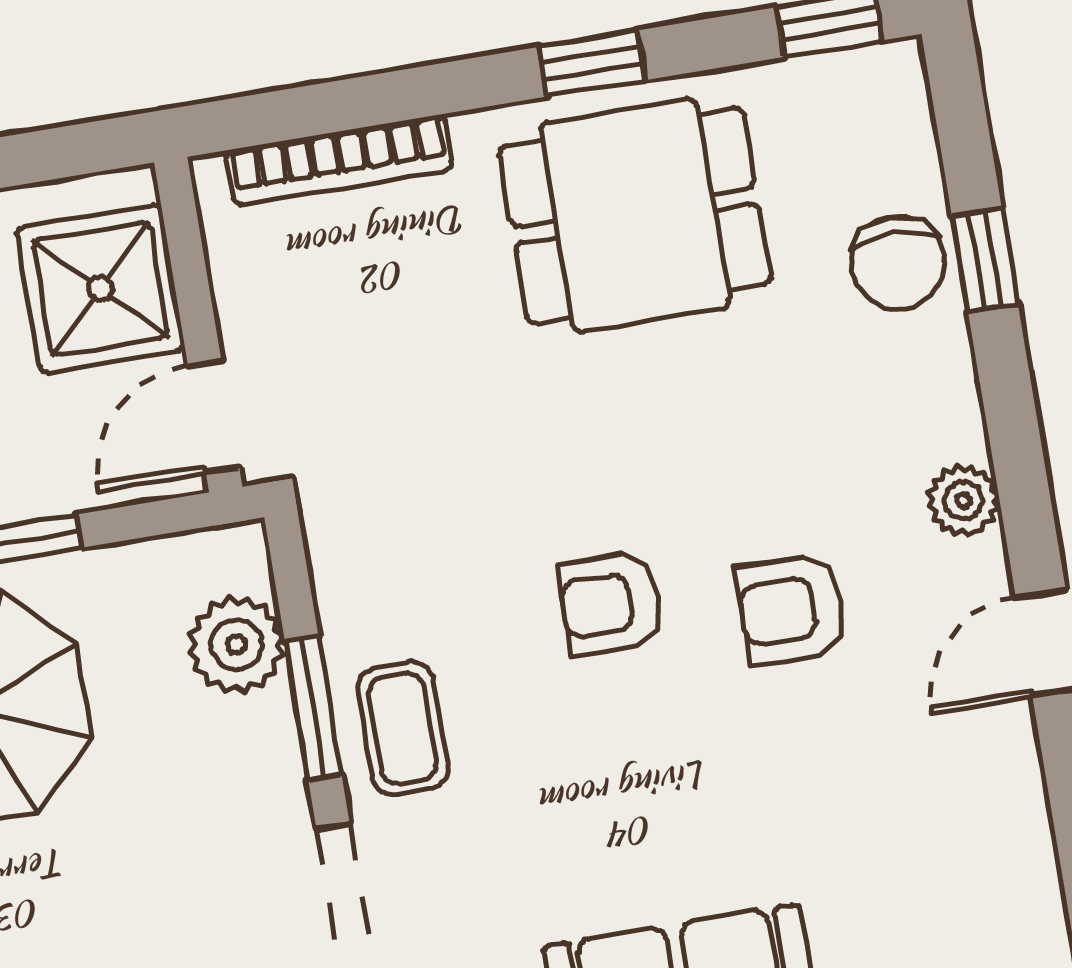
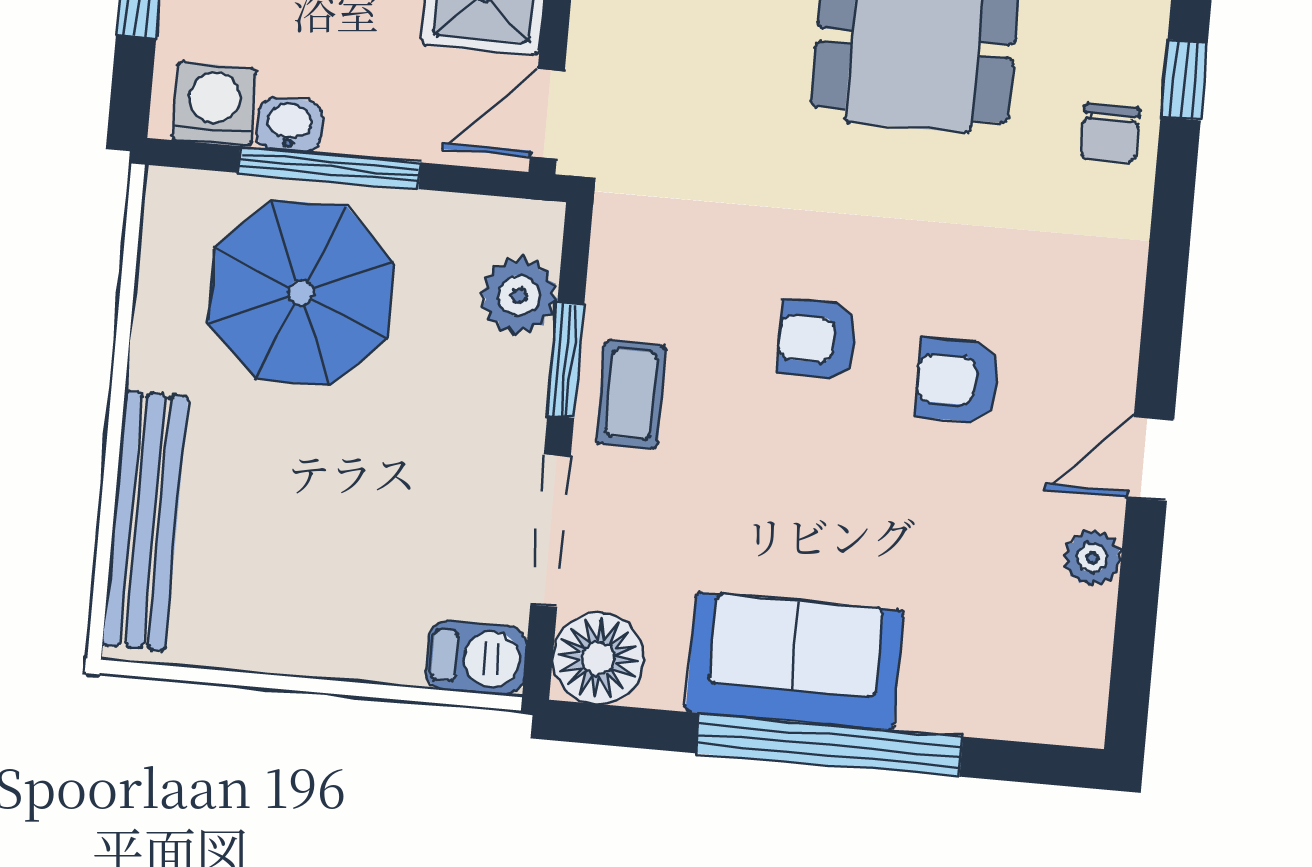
window: (985, 260) -> (1184, 80), moved
chair: (898, 263) -> (1110, 133), width x0.73, depth x0.73
plant: (963, 500) -> (1092, 558), moved

